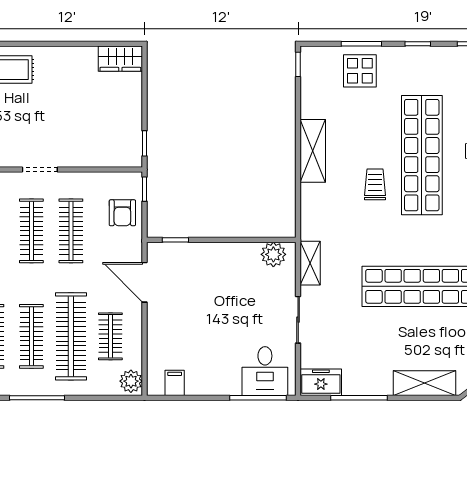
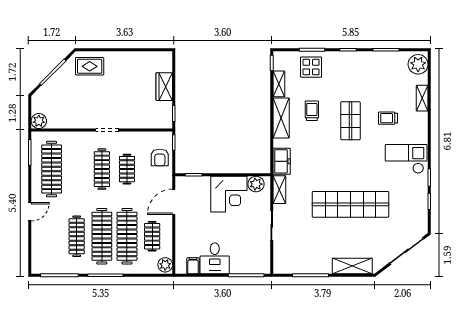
wardrobe: (120, 59) -> (164, 87), moved, turned 90
shelving: (309, 97) -> (279, 84), added
shop shelf: (422, 155) -> (351, 121), width x0.50, depth x0.74
trolley: (375, 184) -> (312, 111), moved
clothes rail: (71, 231) -> (127, 169), width x0.73
corner desk: (231, 270) -> (229, 194), added
door: (144, 282) -> (174, 202), hinge flipped
clothes rail: (31, 336) -> (102, 236), width x1.37, depth x1.31
desk: (265, 371) -> (215, 258), moved
freezer: (321, 382) -> (282, 161), moved, turned 90

